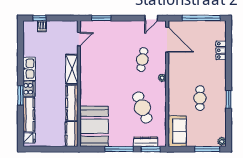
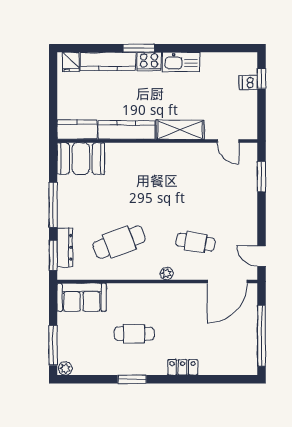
locker: (221, 50) -> (183, 367), moved
booth: (94, 126) -> (81, 159), width x0.73, depth x0.70

